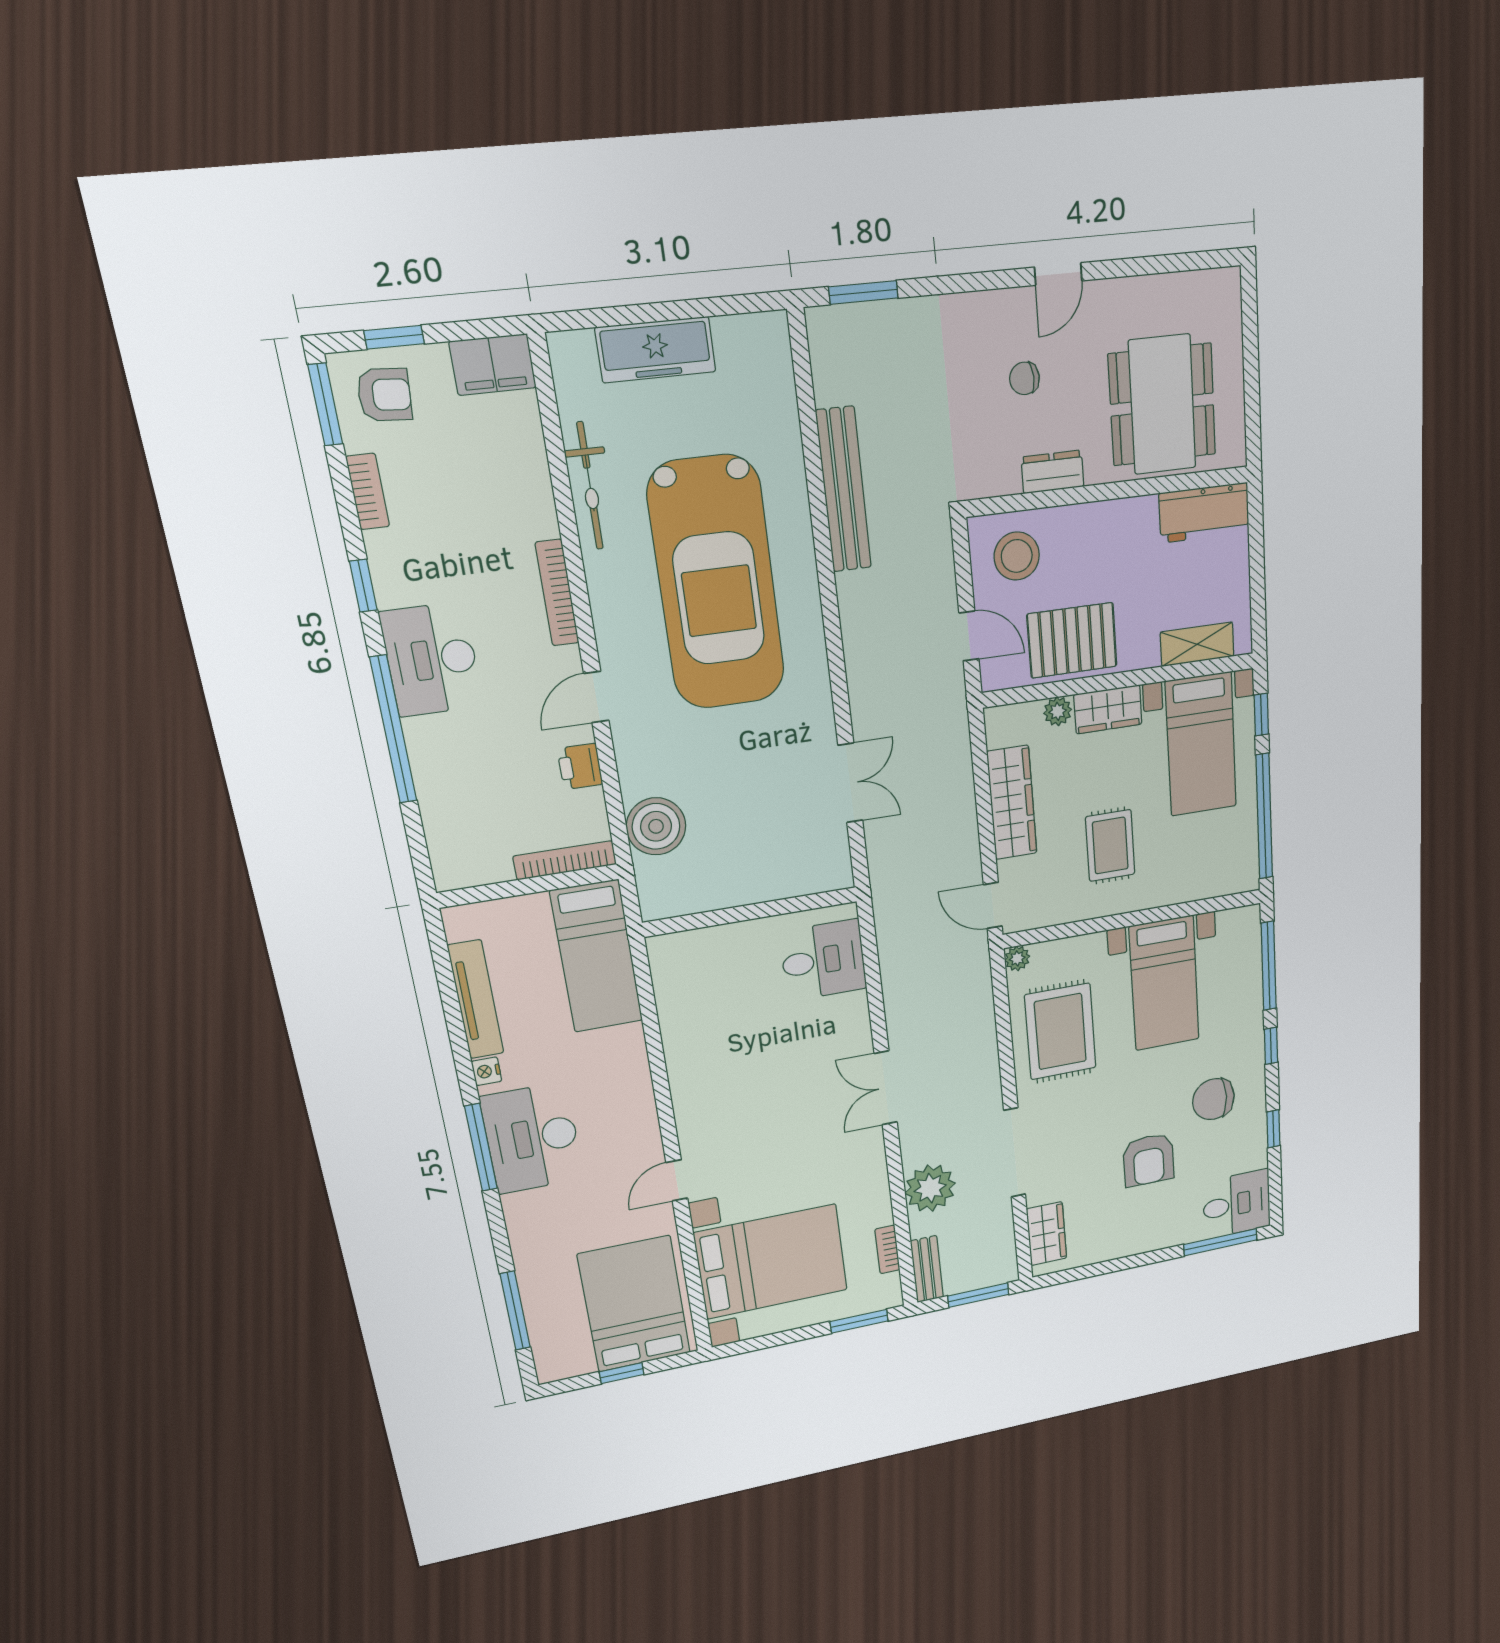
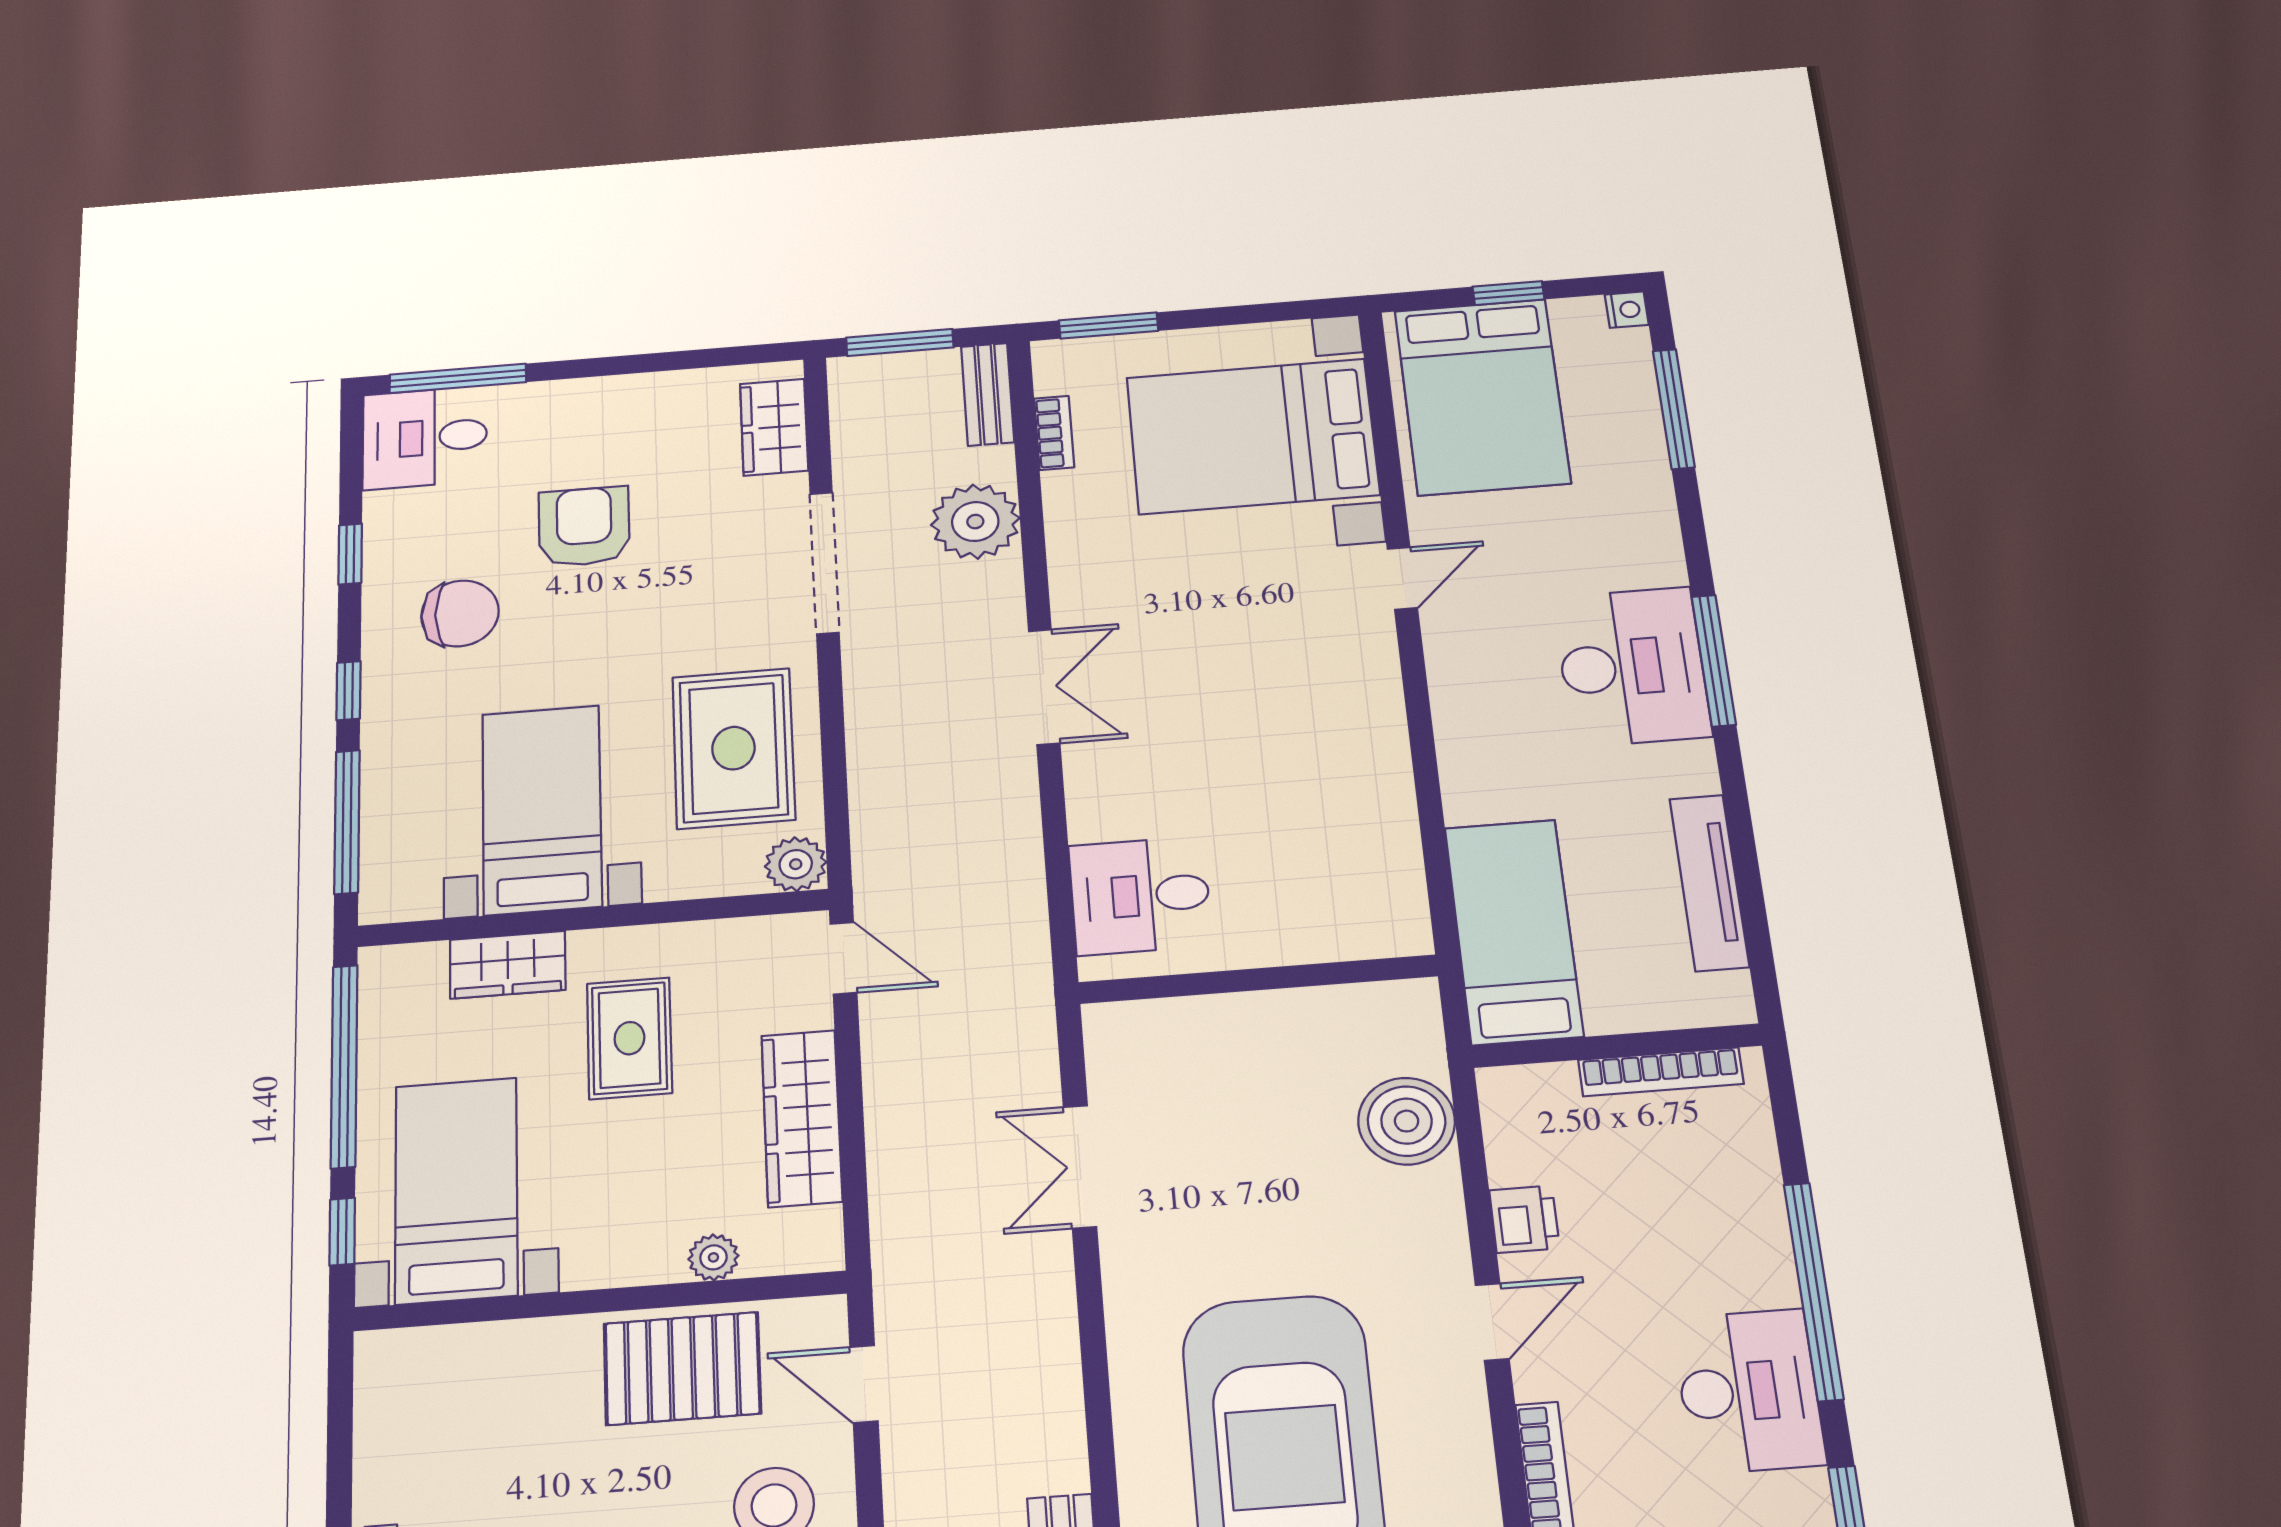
shelving: (1197, 644) -> (456, 1351), removed
wardrobe: (1108, 709) -> (508, 965), moved, turned 180
bookcase: (565, 860) -> (1661, 1072), moved
plant: (1017, 958) -> (796, 864), width x1.38, depth x1.38
nightstand: (486, 1071) -> (1627, 310), moved

